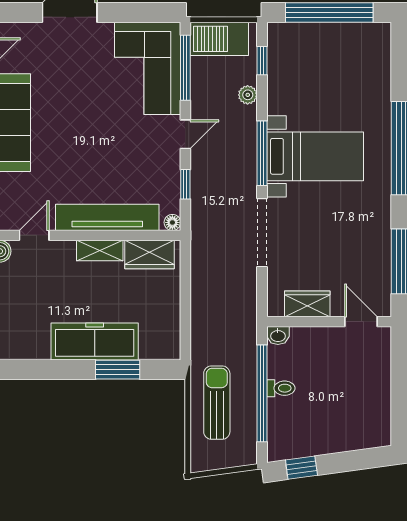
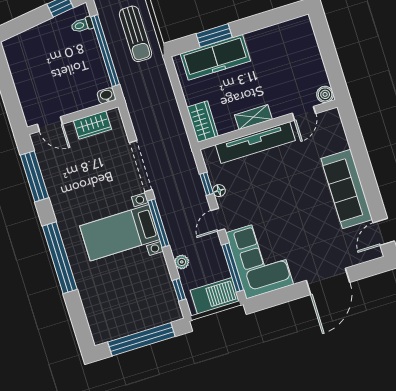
floor lamp: (172, 222) -> (219, 191), moved
wardrobe: (149, 255) -> (202, 122), moved, turned 90
freezer: (95, 341) -> (215, 57), moved
toilet: (281, 388) -> (82, 25), moved

